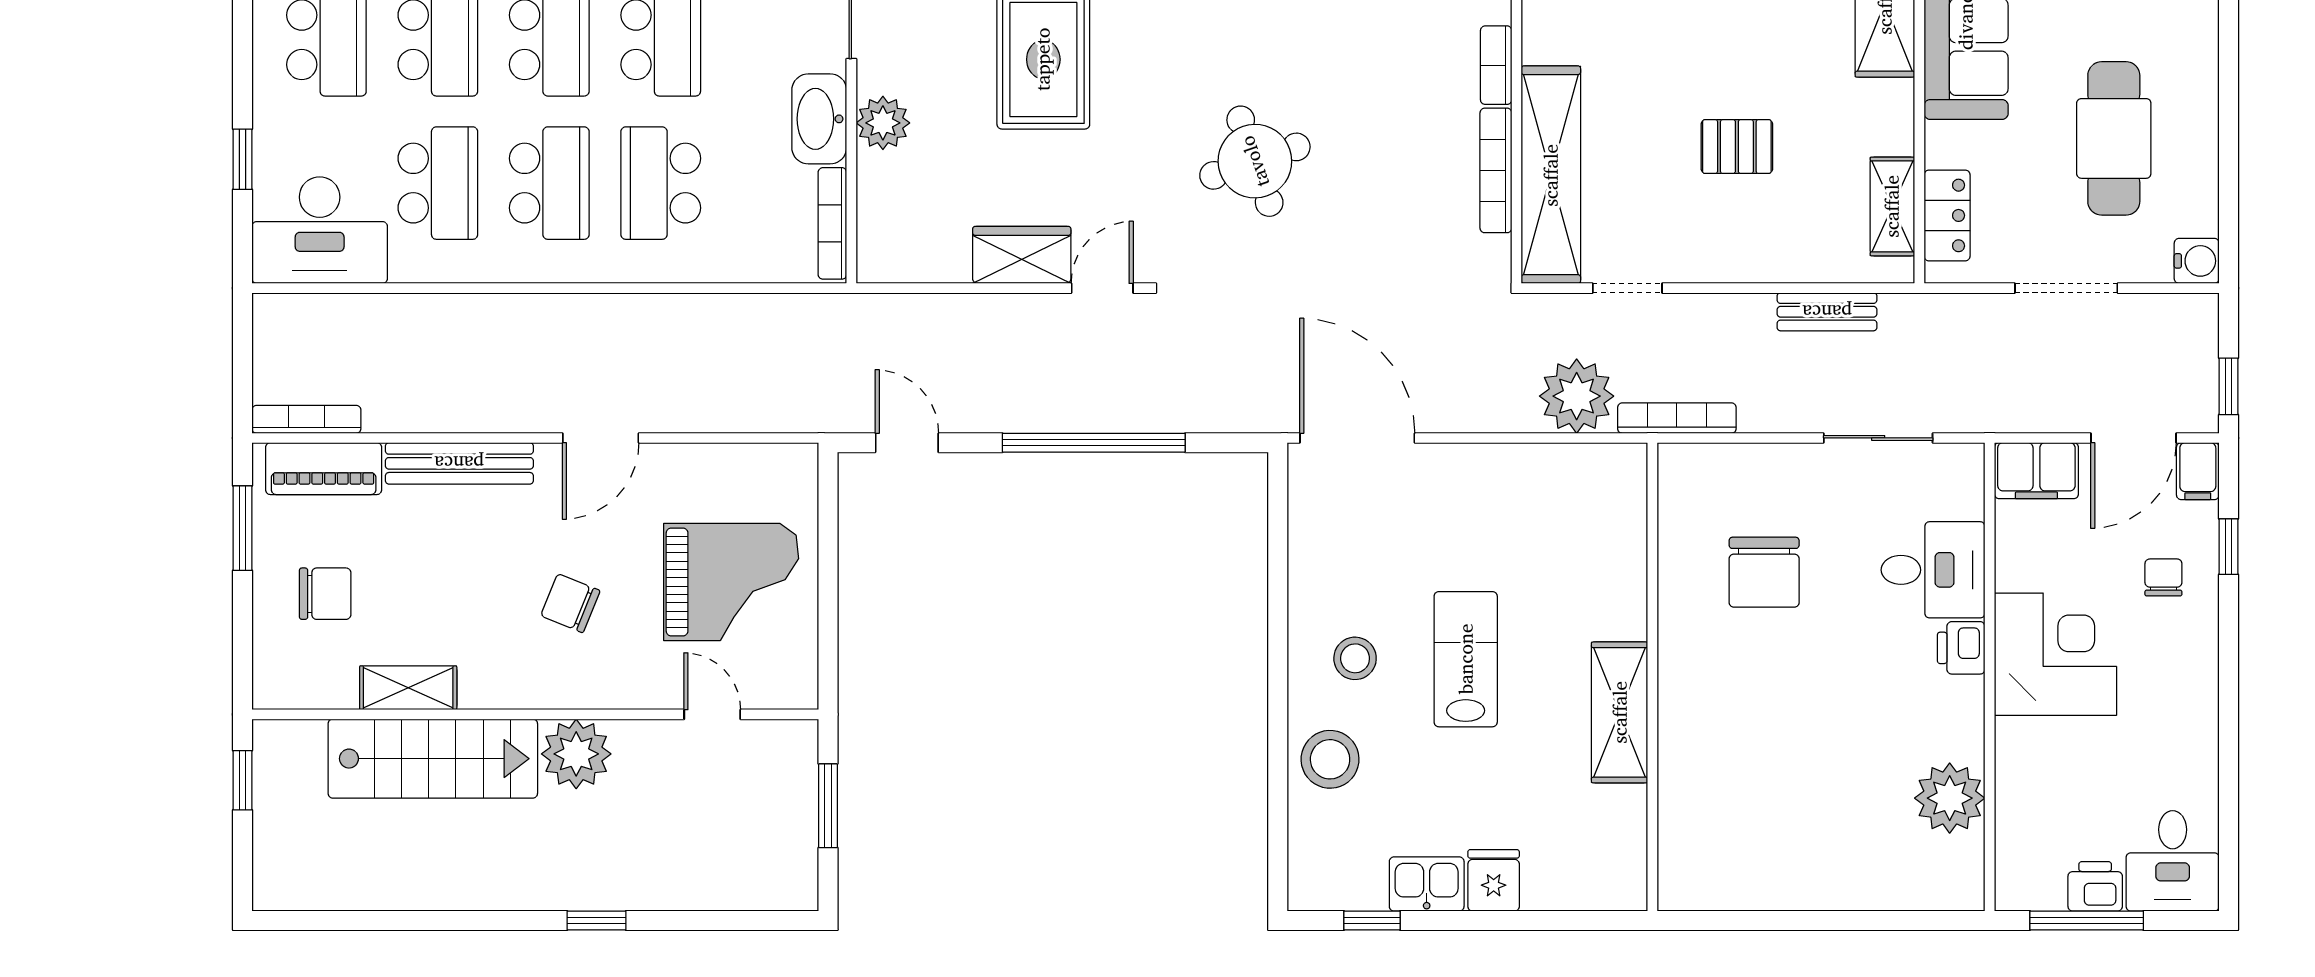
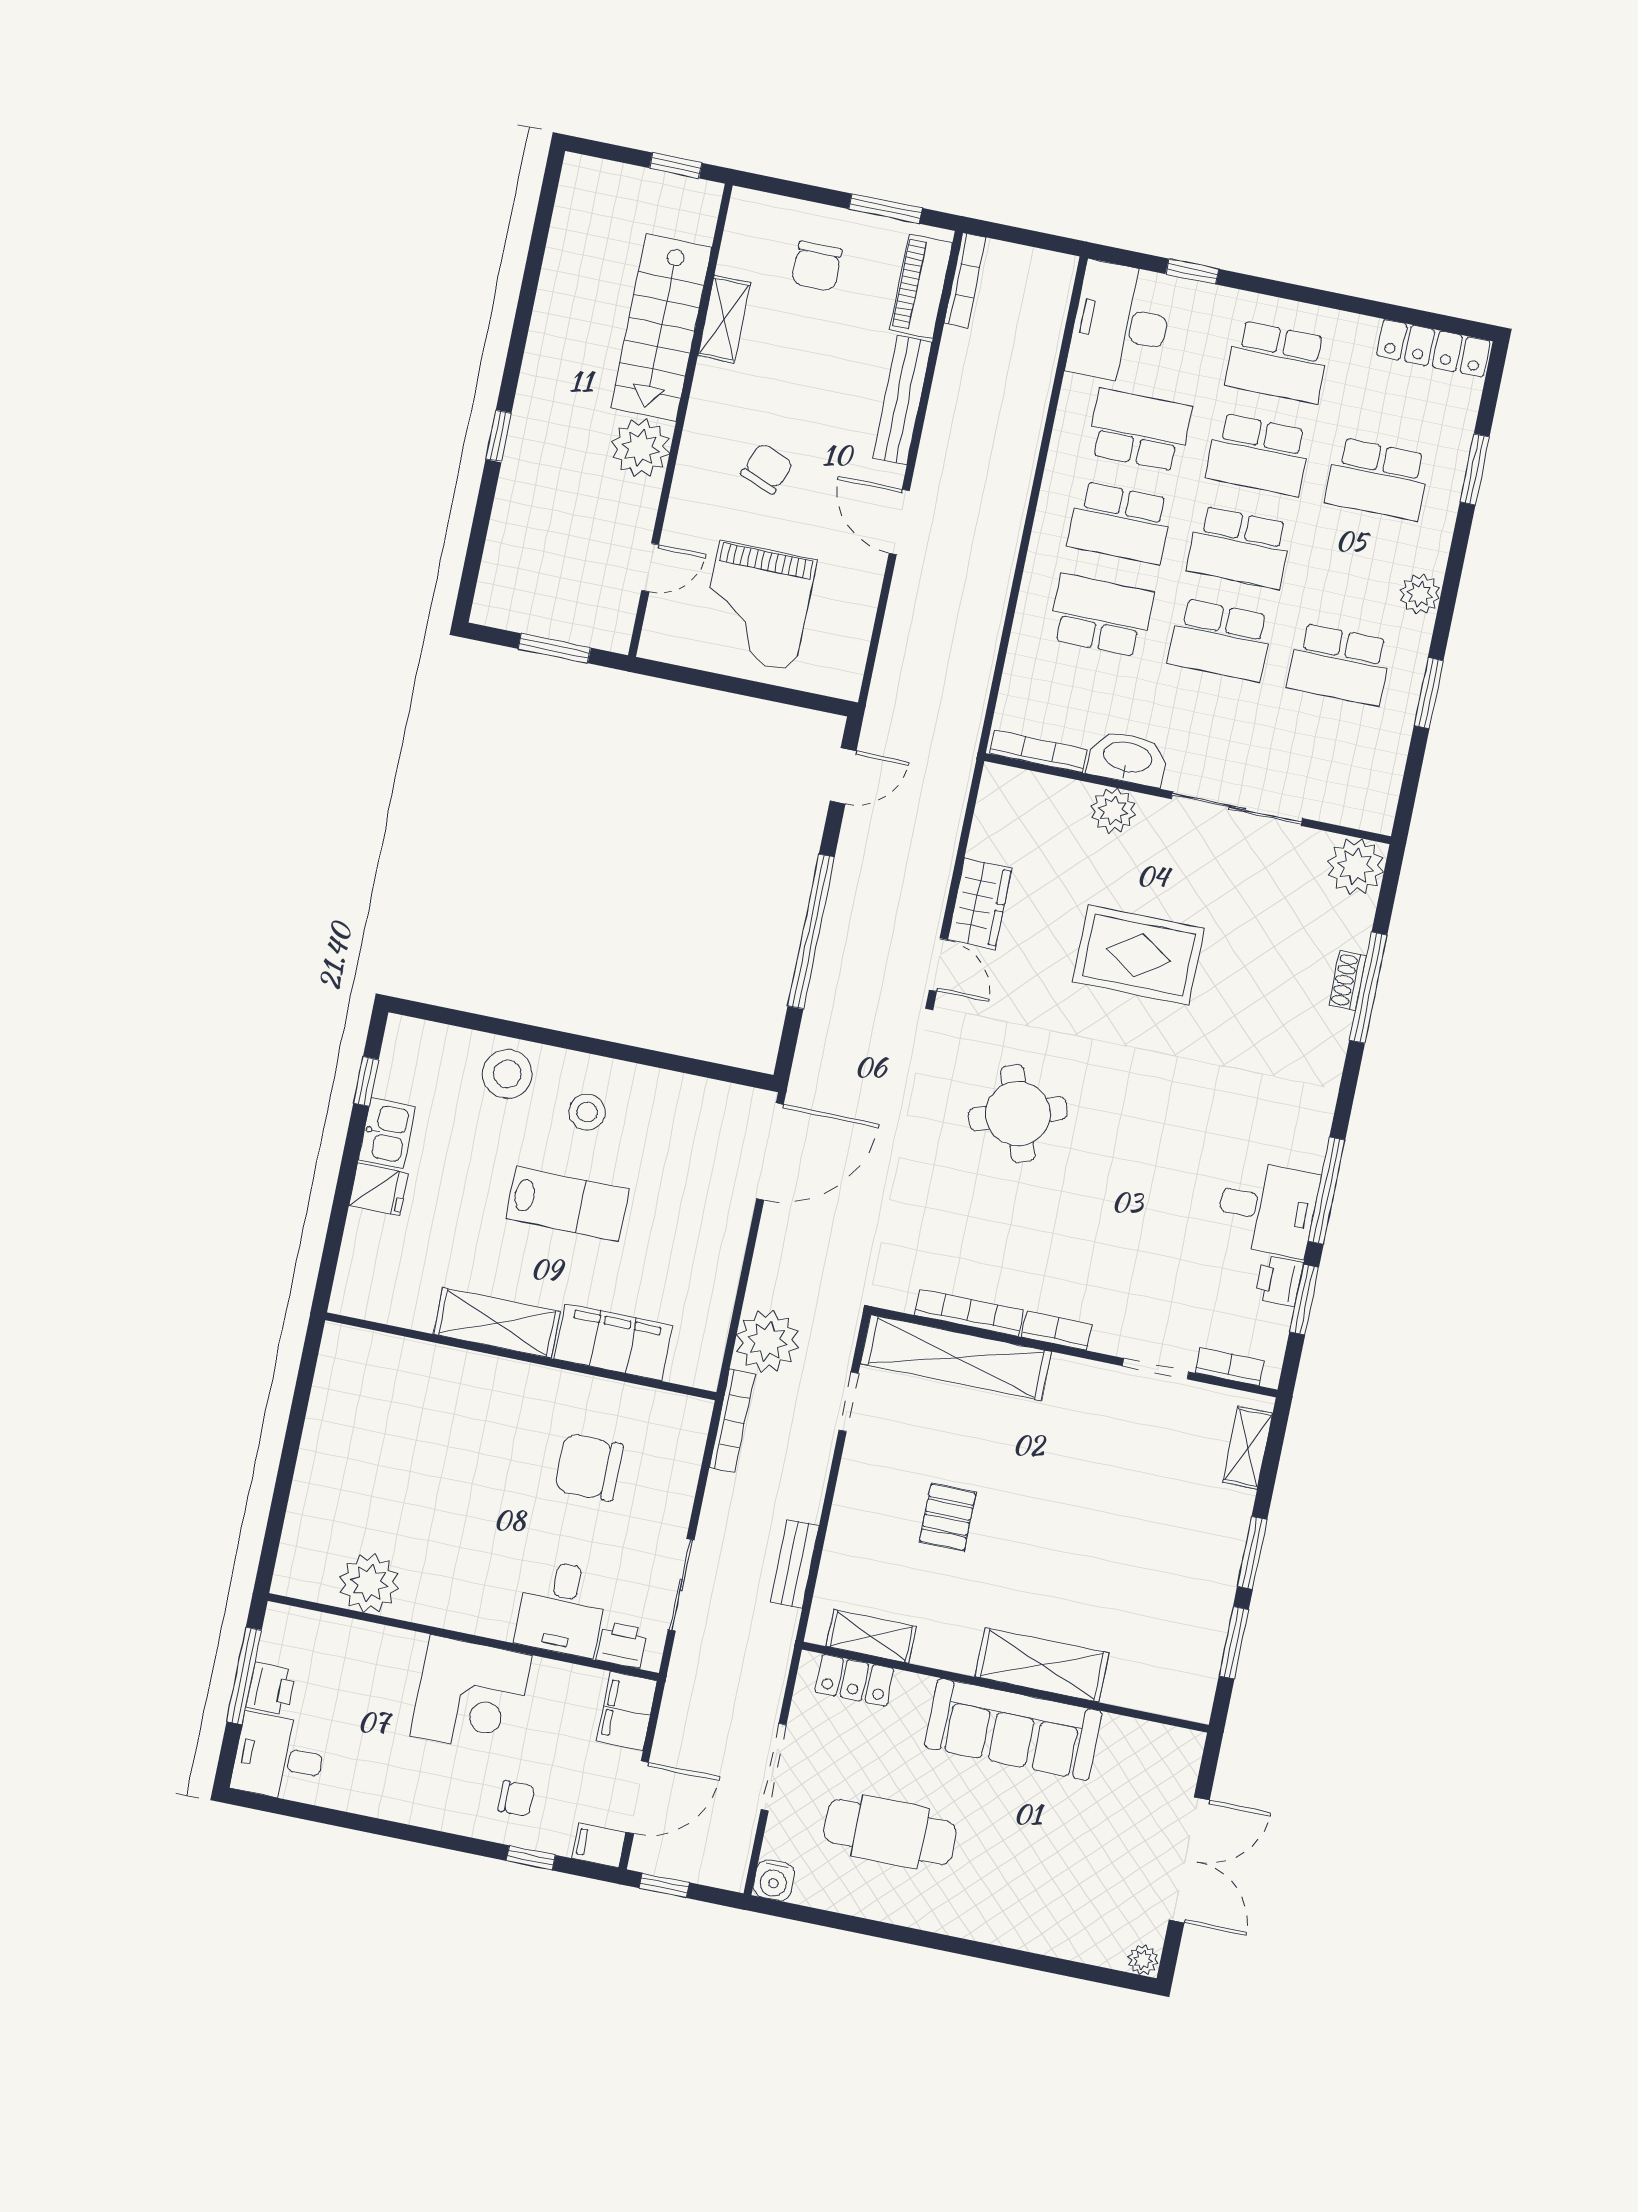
school desk: (438, 183) -> (1139, 430), turned 180
door: (2133, 438) -> (637, 1797), swing flipped
filing cabinet: (1614, 573) -> (613, 1342), added
printer: (1961, 648) -> (622, 1645), moved

